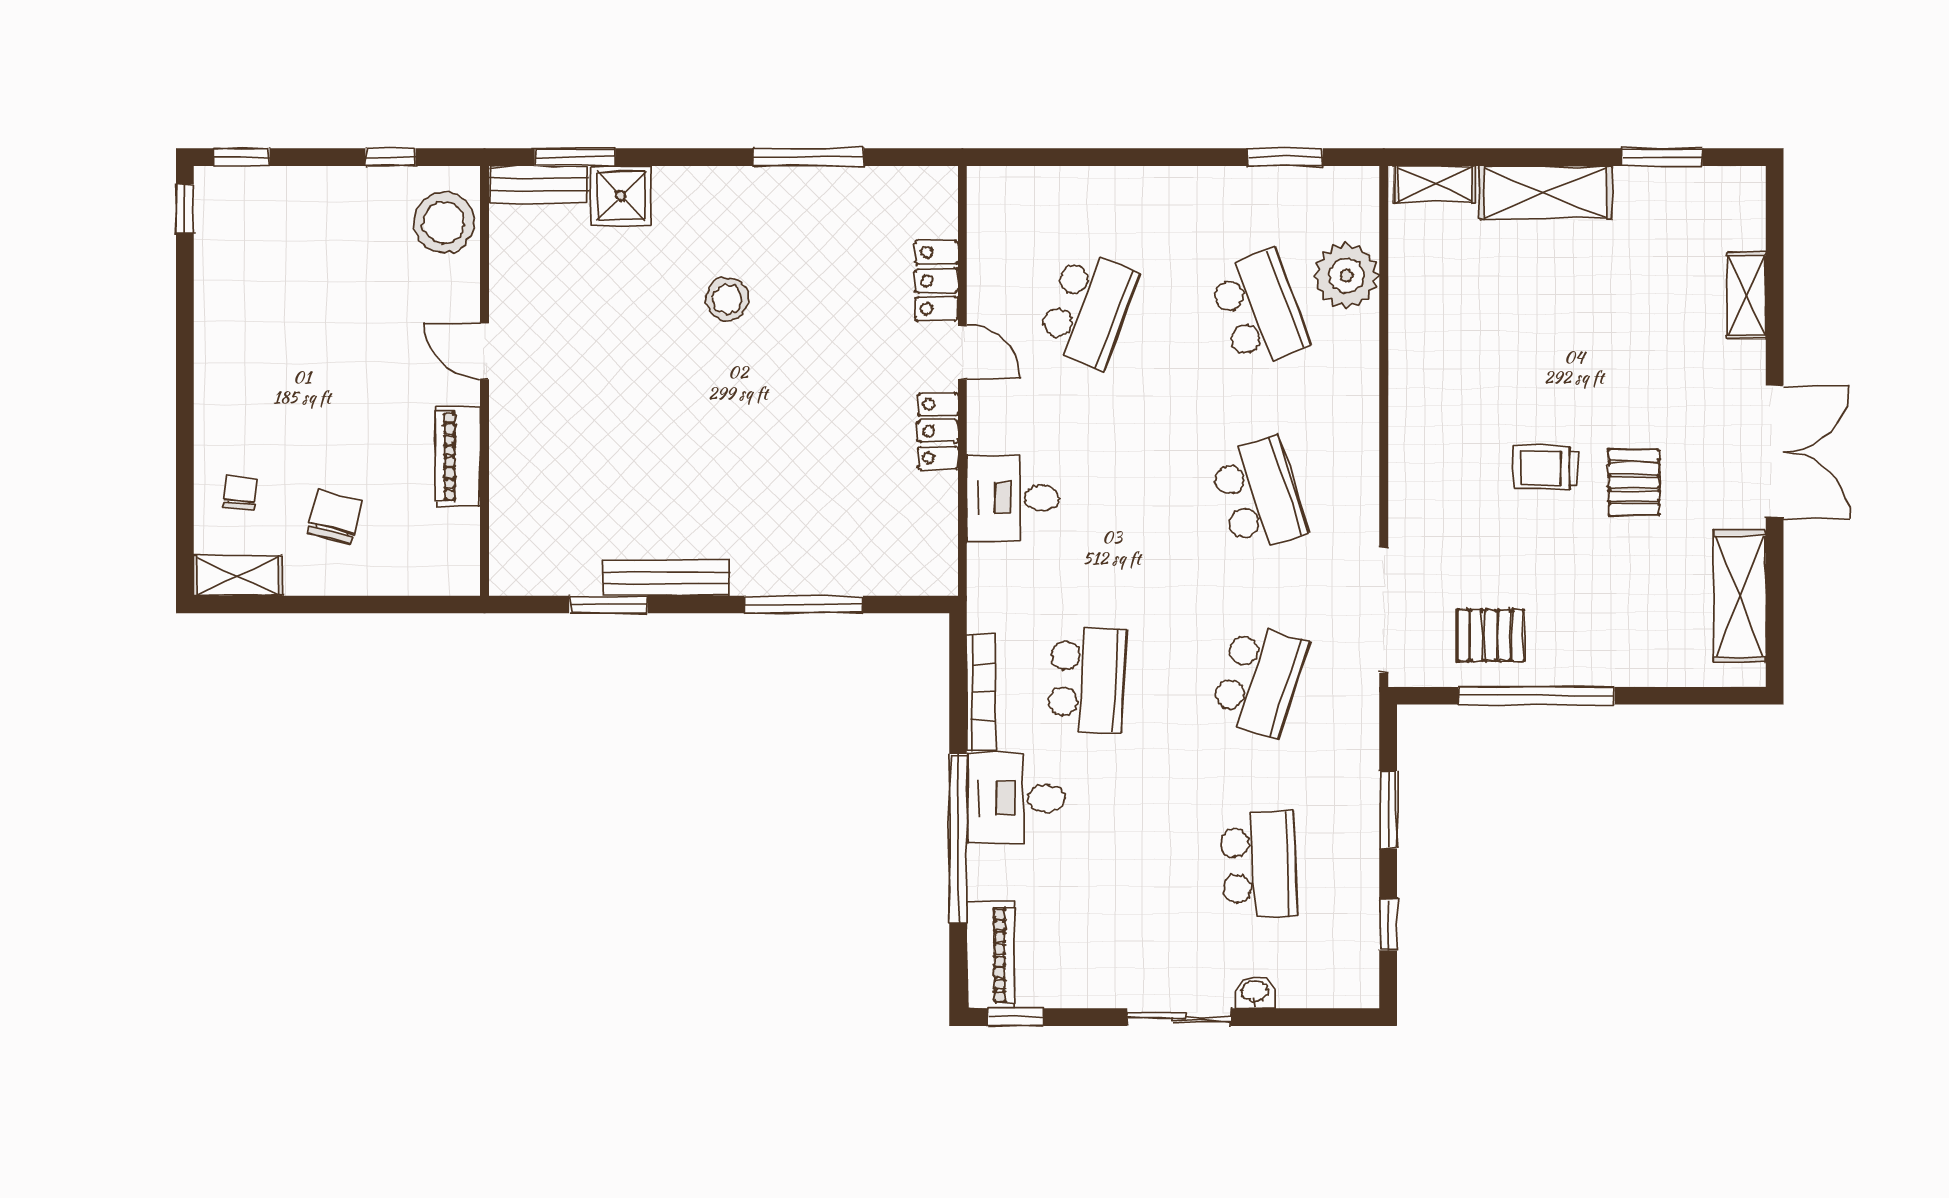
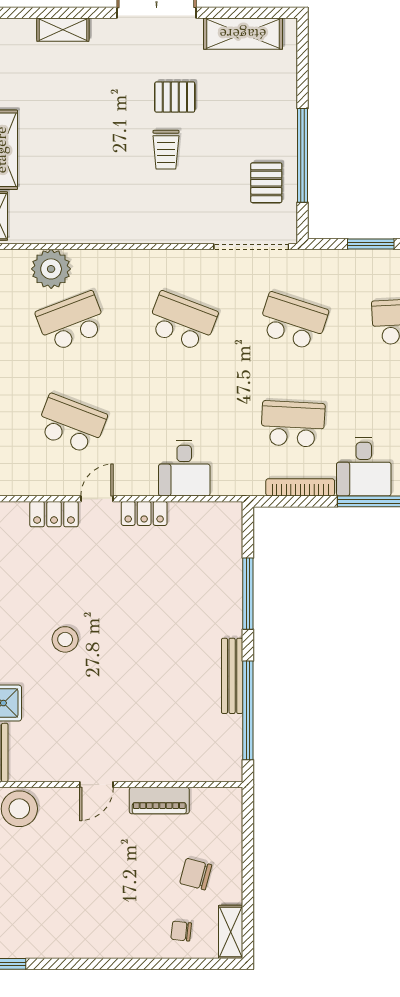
school desk: (1259, 495) -> (182, 321), turned 39
window: (608, 604) -> (248, 710), width x2.11

